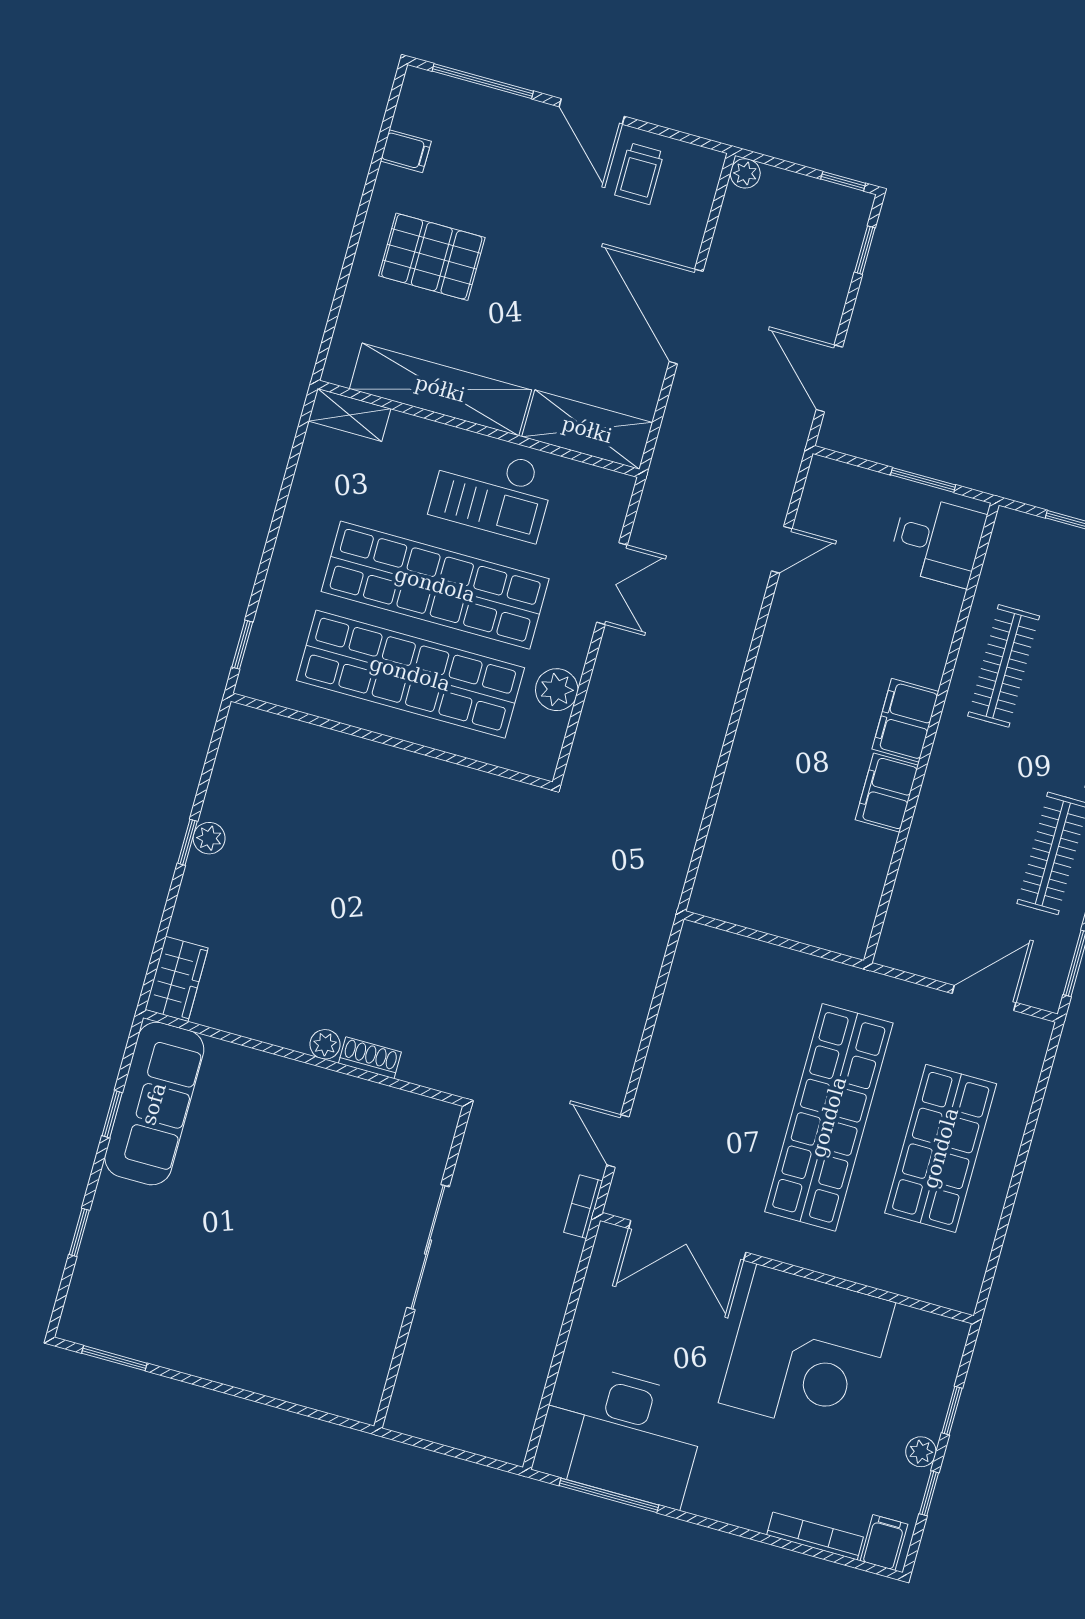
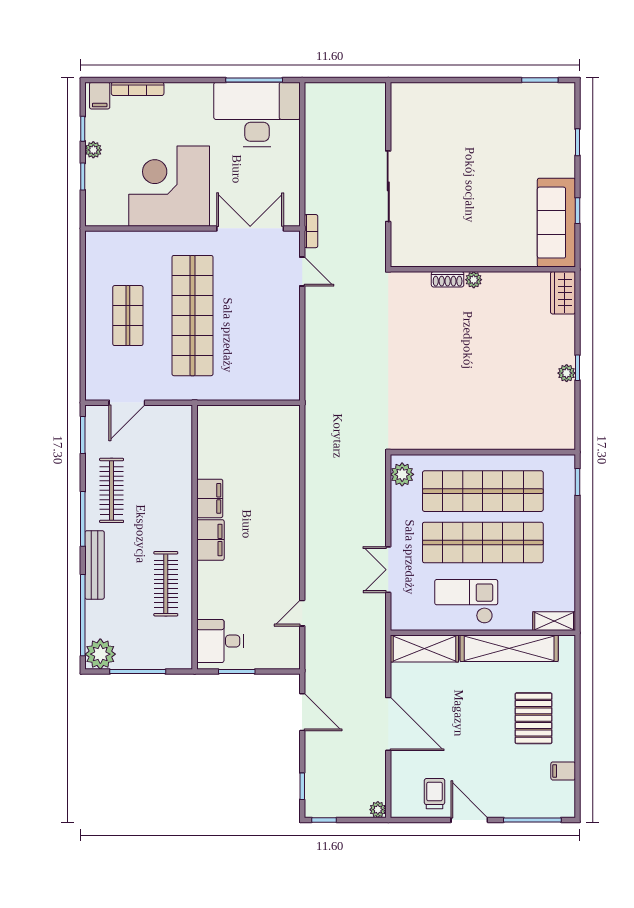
pallet: (432, 257) -> (534, 718), turned 90
plant: (557, 690) -> (402, 474), moved
shop shelf: (941, 1148) -> (128, 316), width x0.70, depth x0.74

